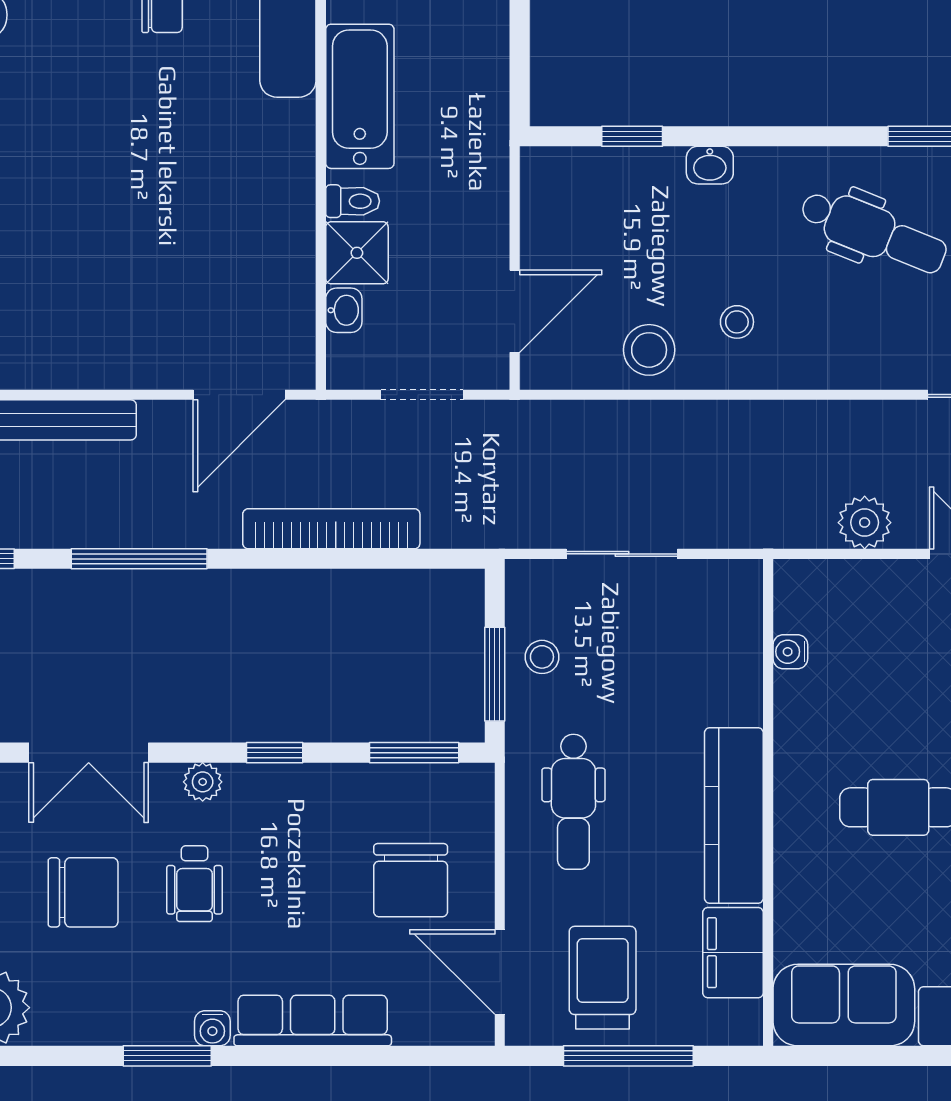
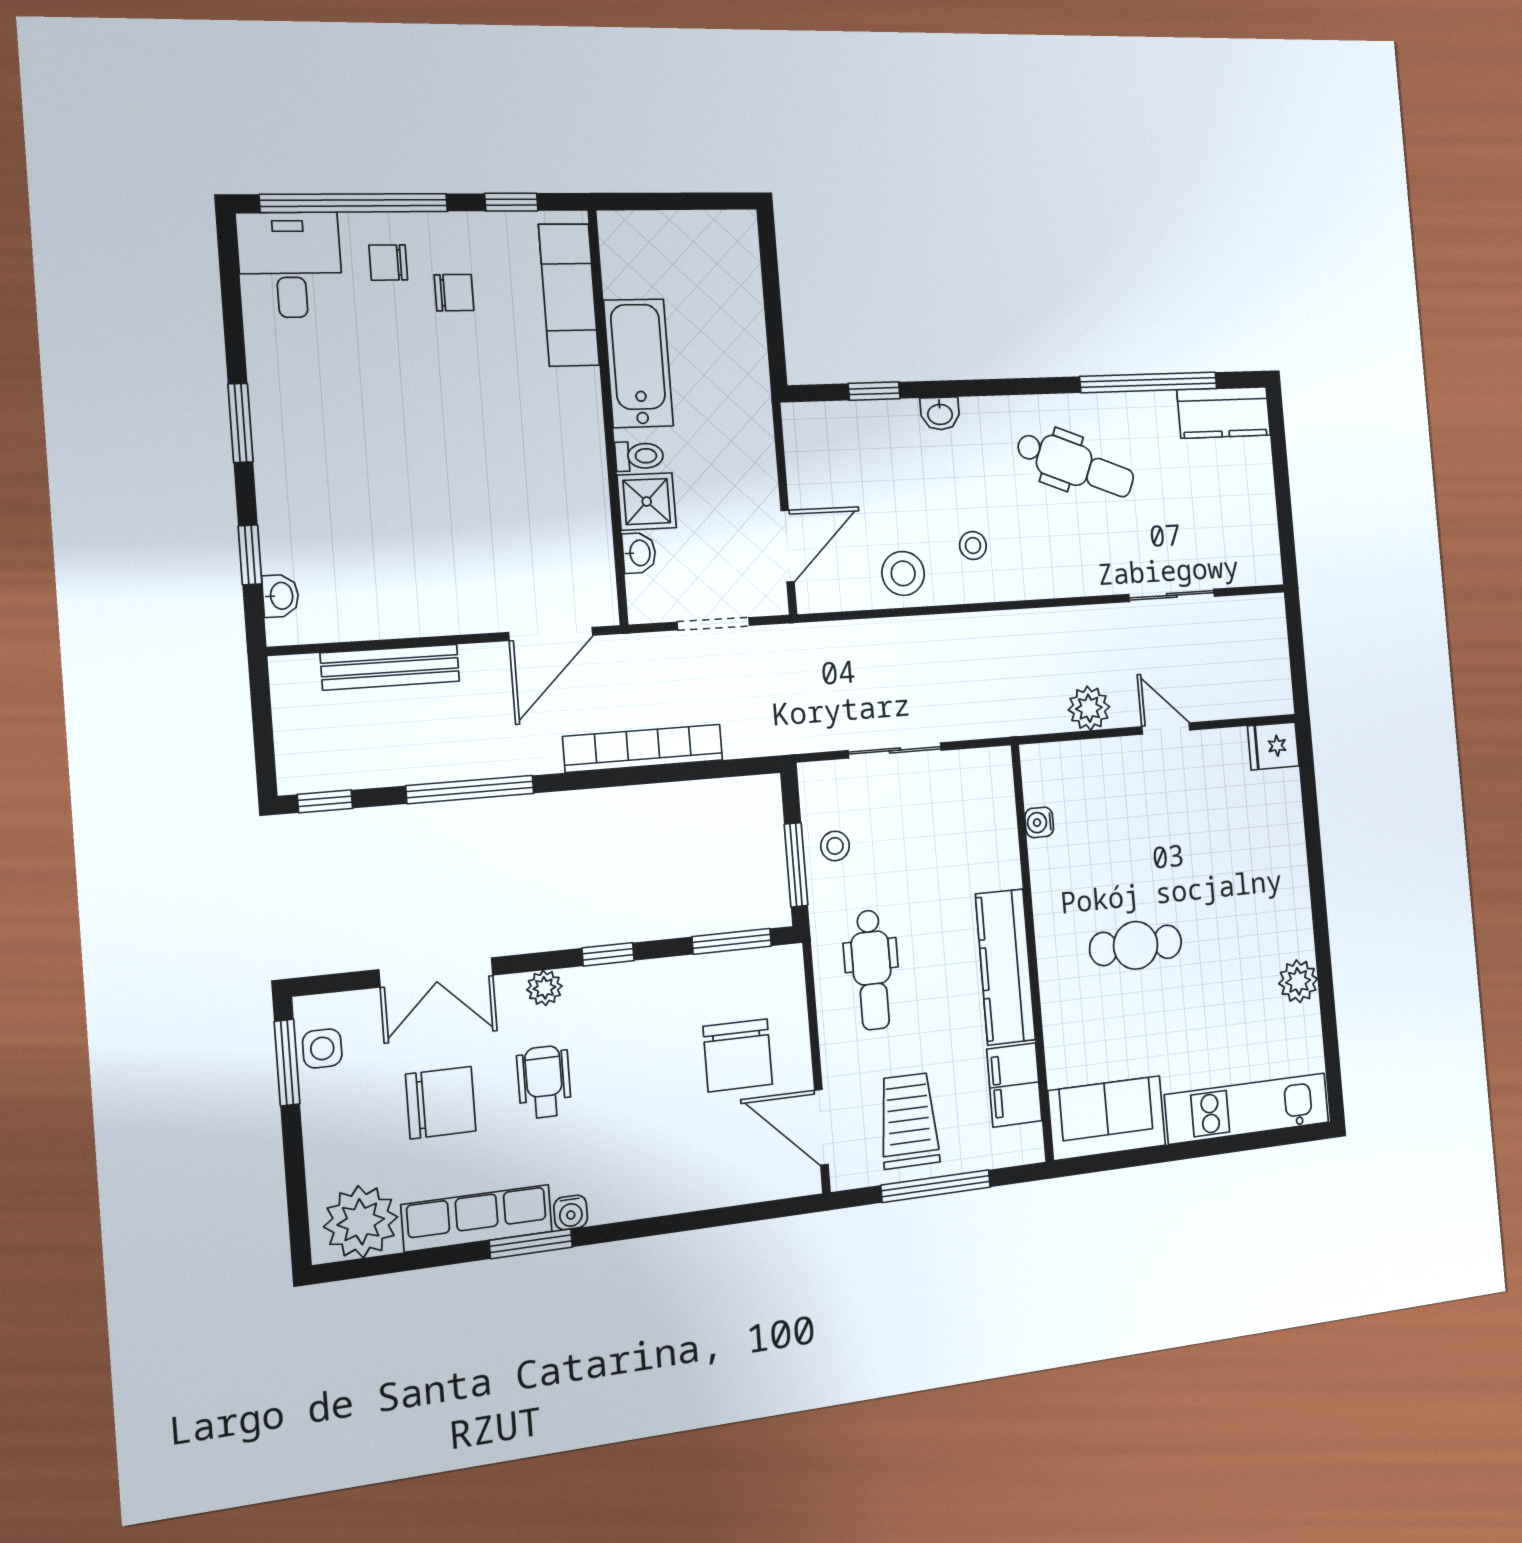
wheelchair: (194, 884) -> (544, 1082), turned 180
row of seats: (313, 1020) -> (477, 1218), moved

